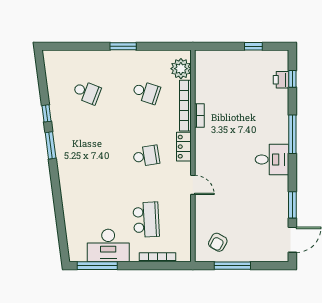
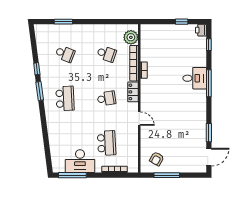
window: (123, 46) -> (63, 22), moved
printer: (281, 80) -> (201, 30), moved
school desk: (87, 156) -> (65, 98), added
desk: (272, 159) -> (195, 78), moved

